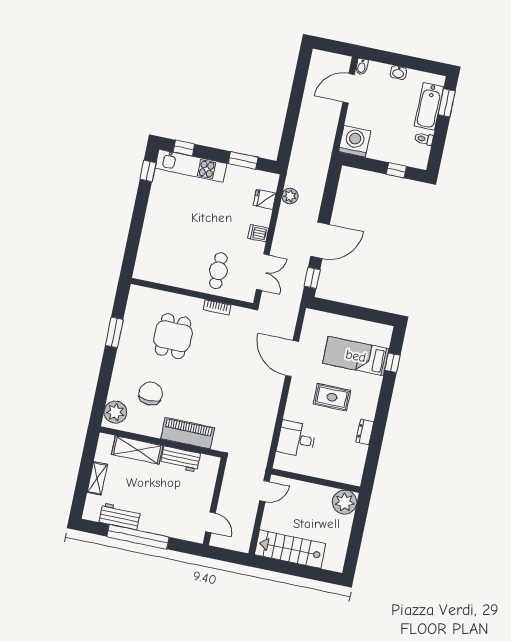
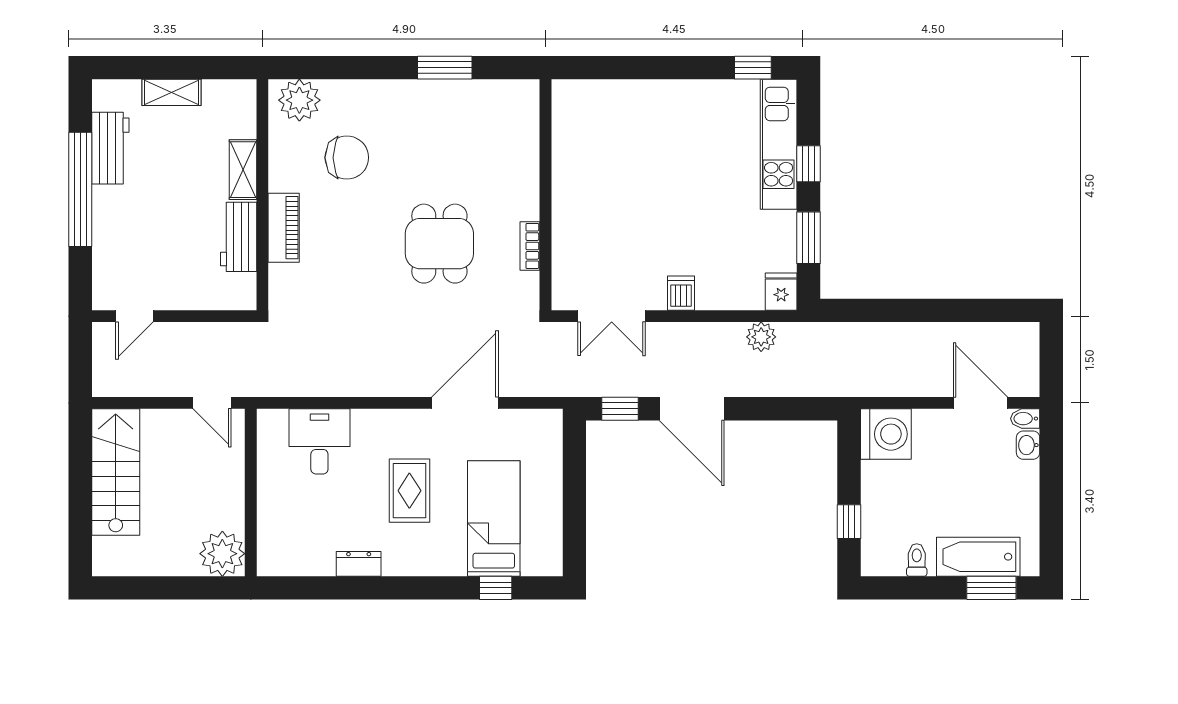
washbasin: (398, 73) -> (1028, 445), moved
window: (184, 148) -> (808, 164), moved
fridge: (265, 199) -> (781, 292), moved
cafe table: (218, 271) -> (597, 235), removed
dining table: (173, 336) -> (439, 244), moved, turned 90
piano: (188, 433) -> (284, 228), width x0.73, depth x0.75
shelving: (137, 450) -> (243, 170), width x0.67, depth x0.75

